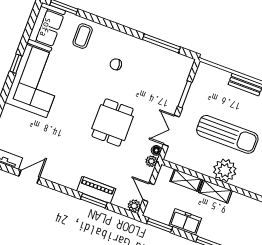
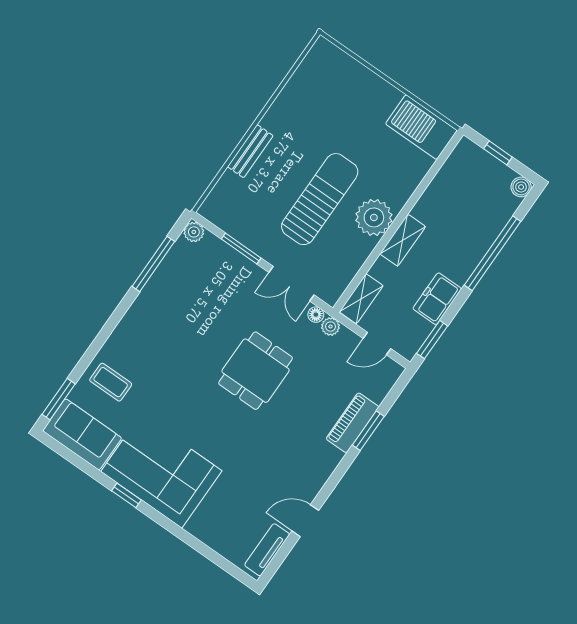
chair: (116, 64) -> (167, 342), removed
dining table: (113, 123) -> (256, 371), turned 90
door: (29, 177) -> (305, 521), hinge flipped
shelving: (186, 180) -> (361, 299), moved
plant: (134, 206) -> (194, 232), moved

